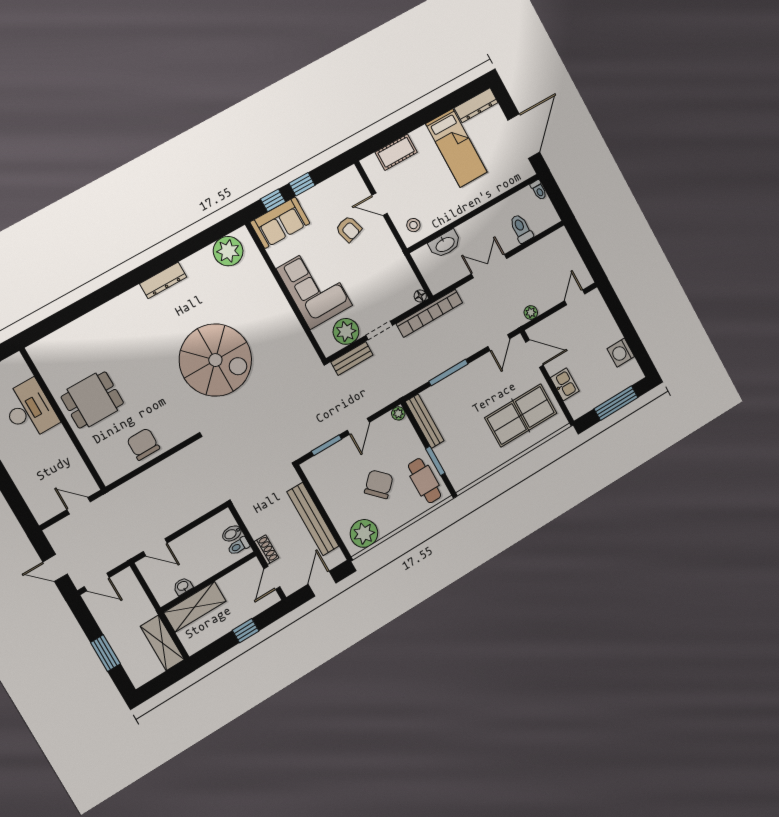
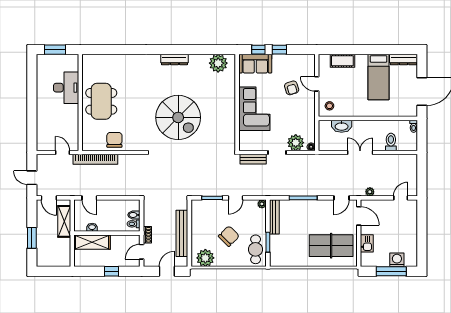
bookcase: (429, 313) -> (95, 159), moved
plant: (346, 331) -> (296, 143), moved
washing machine: (621, 353) -> (397, 260), moved, turned 90
dining table: (92, 400) -> (101, 101), width x1.38
shelving: (162, 643) -> (64, 221), moved

